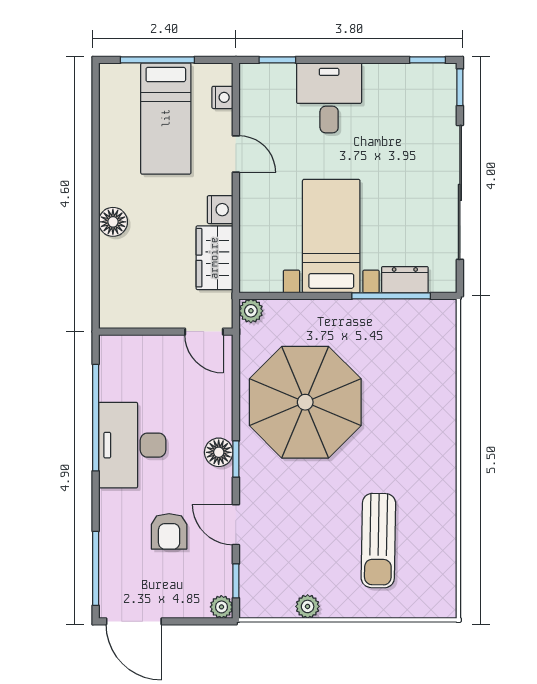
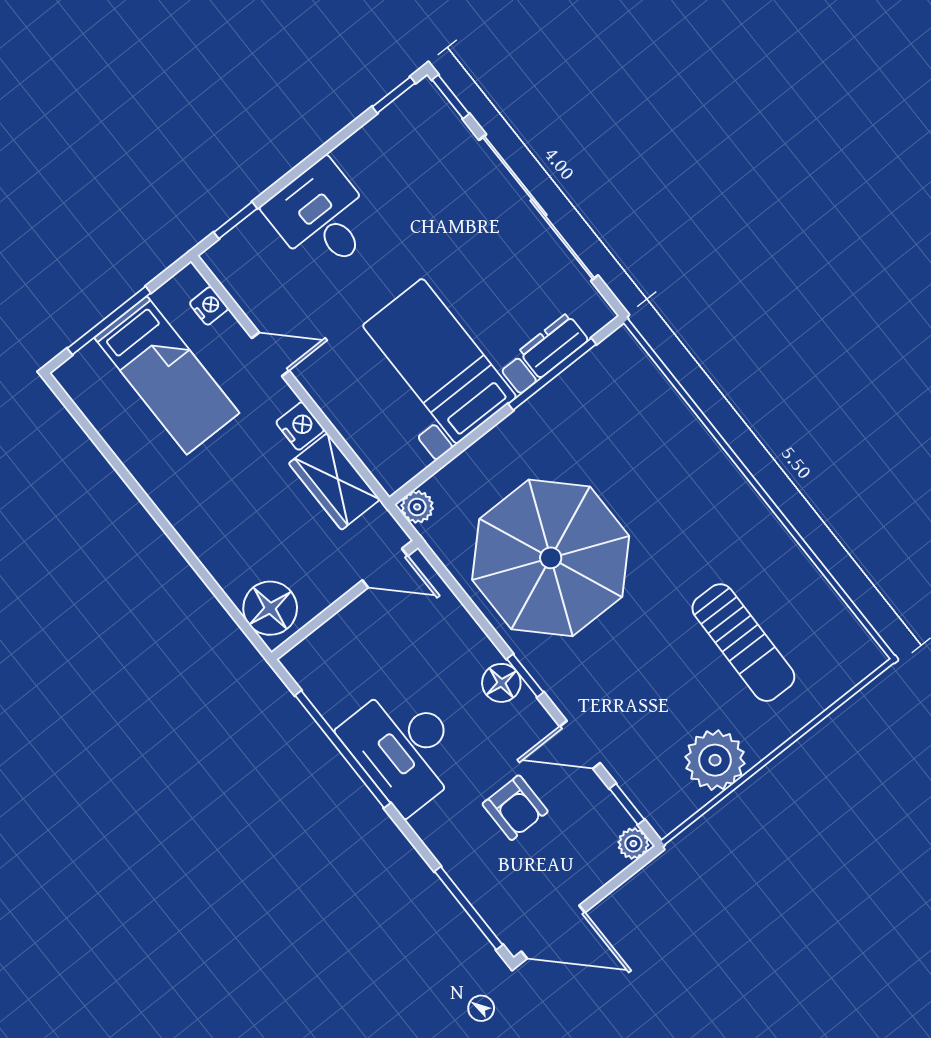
floor lamp: (113, 222) -> (270, 608), moved, width x1.38, depth x1.38
plant: (308, 606) -> (715, 760), width x1.87, depth x1.87

